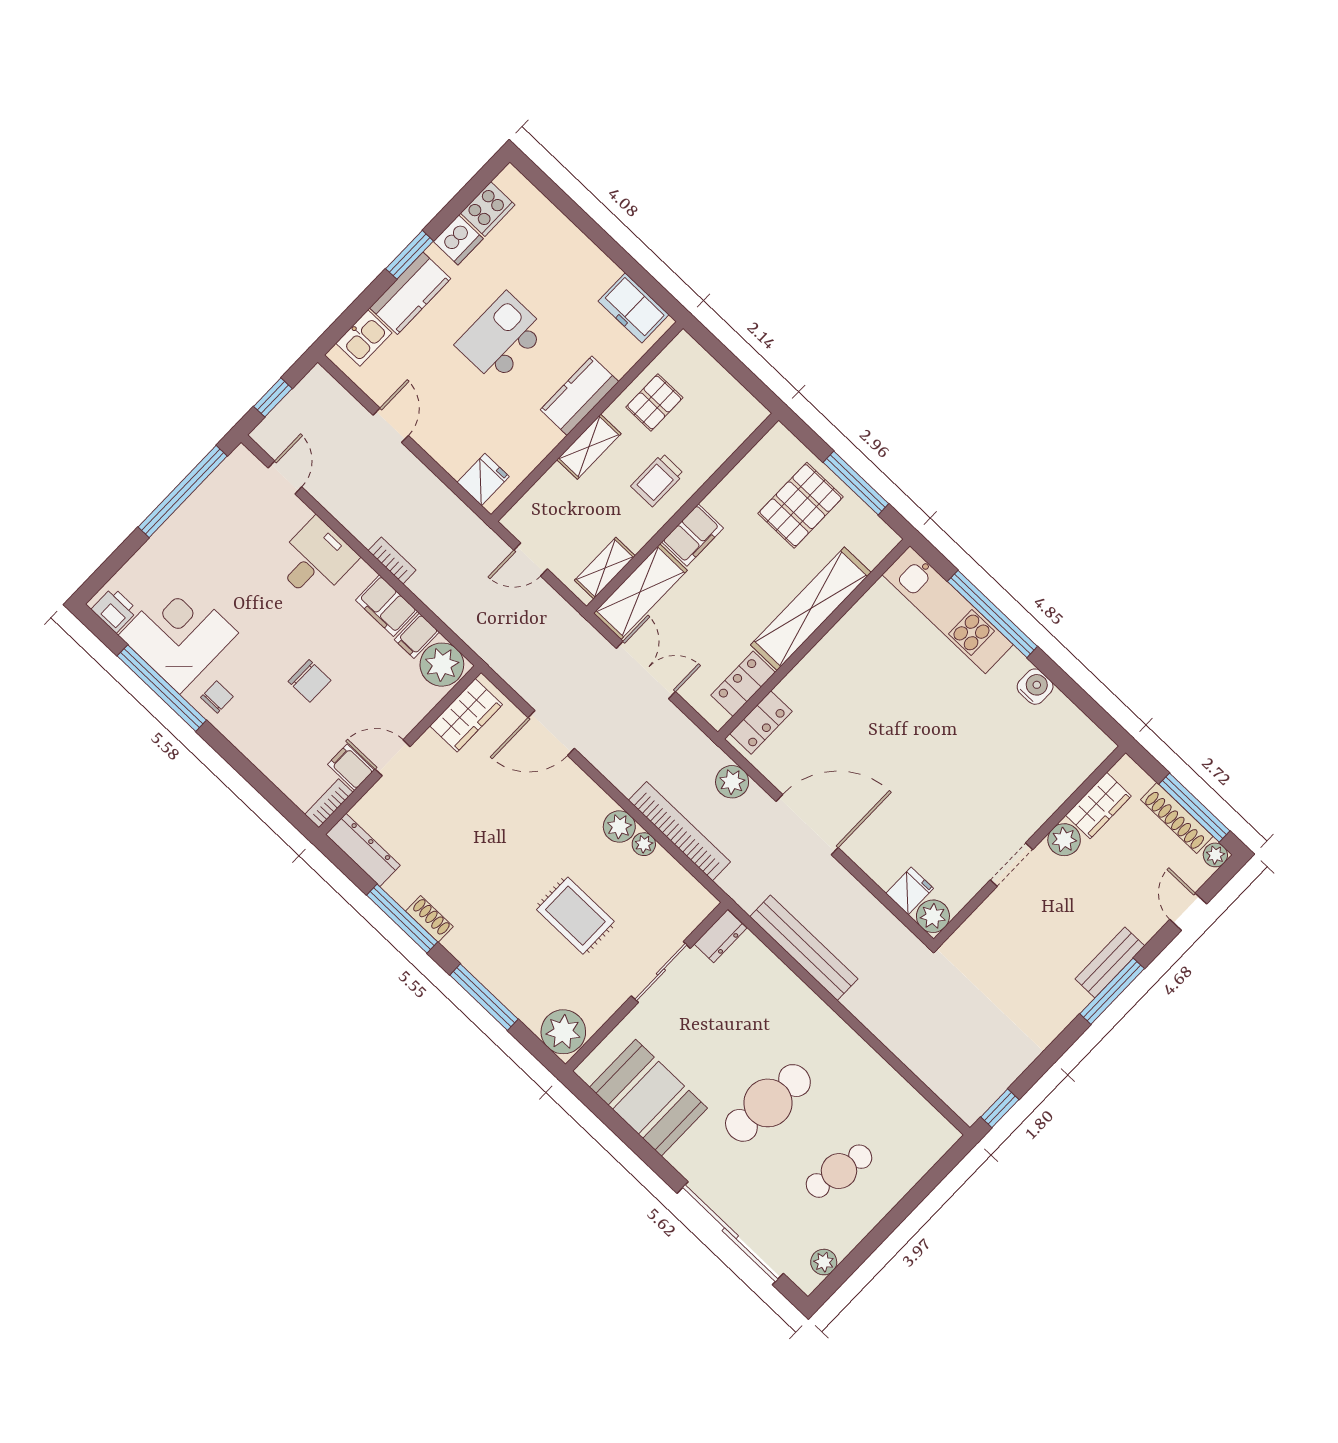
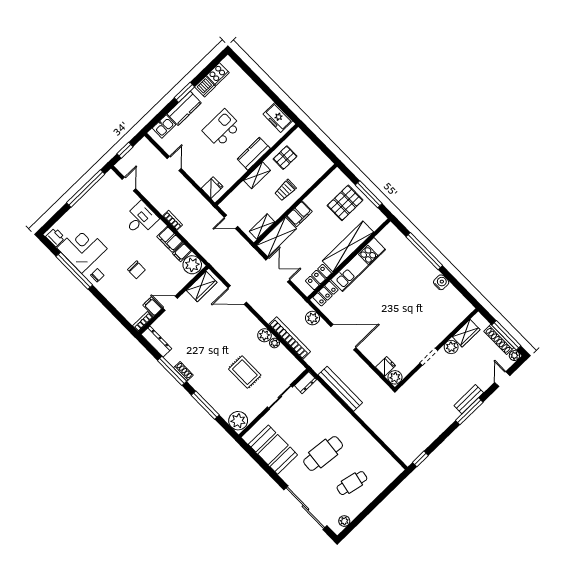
kitchen unit: (948, 610) -> (358, 265), moved, turned -90

